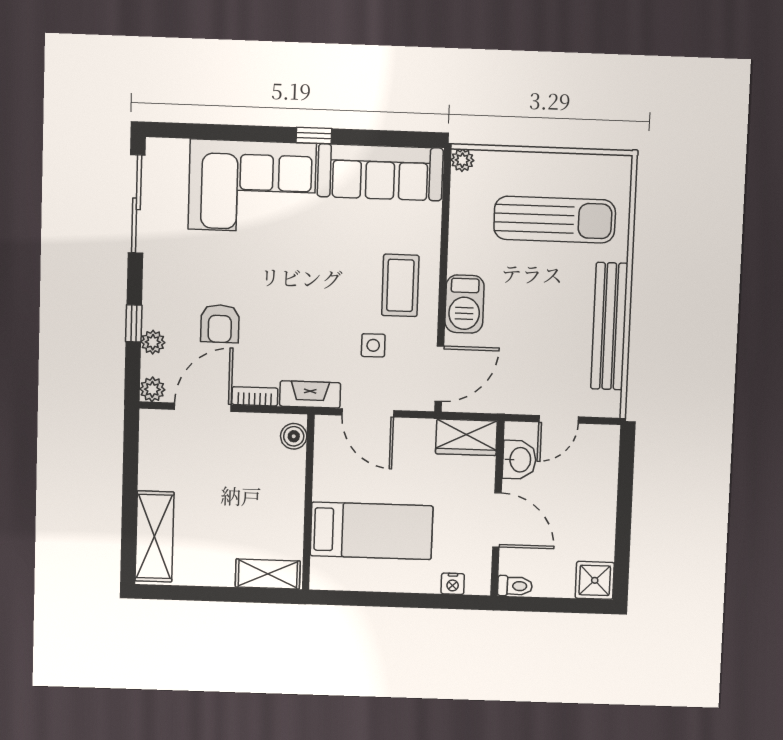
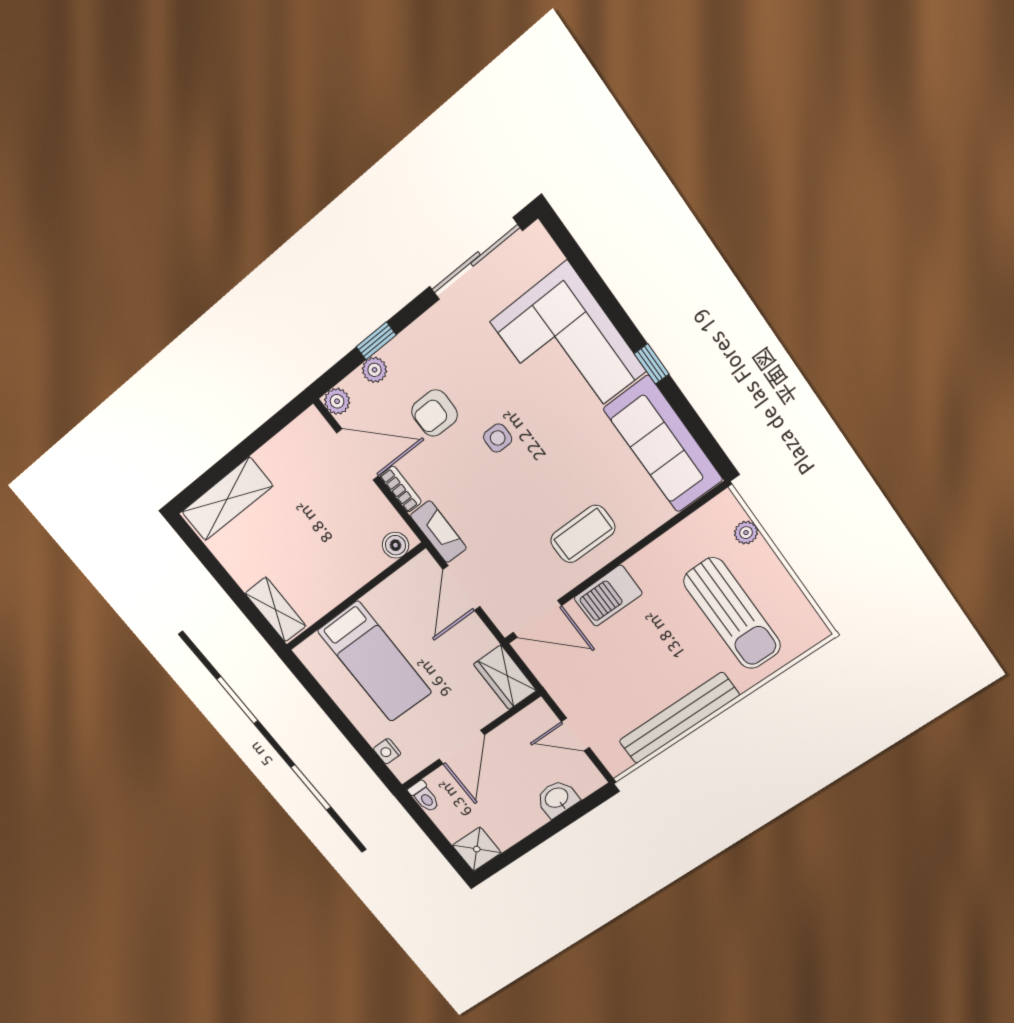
plant: (462, 160) -> (746, 533), moved
side table: (373, 345) -> (498, 438), moved
washbasin: (519, 460) -> (557, 798), moved, turned 180

